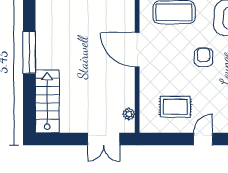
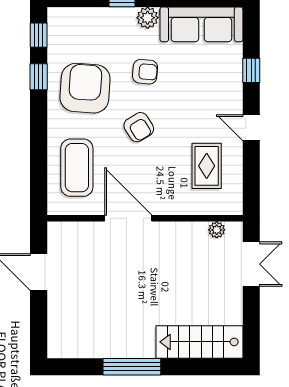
door: (137, 50) -> (128, 218), swing flipped
armchair: (204, 57) -> (139, 127), turned -122

